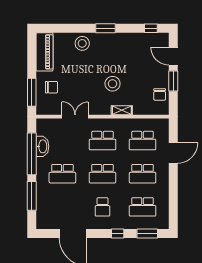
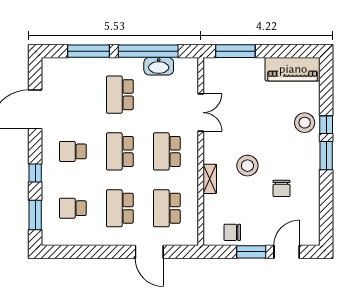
window: (151, 28) -> (326, 125), moved
chair: (51, 87) -> (281, 188), moved
school desk: (143, 207) -> (73, 208), width x0.54

